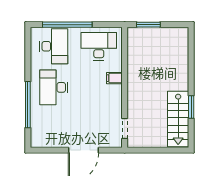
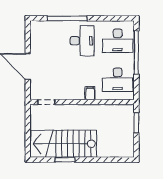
desk: (99, 46) -> (118, 80), turned 90
desk: (54, 87) -> (82, 41), turned 90
stairs: (178, 119) -> (63, 144), width x1.36, depth x1.51

